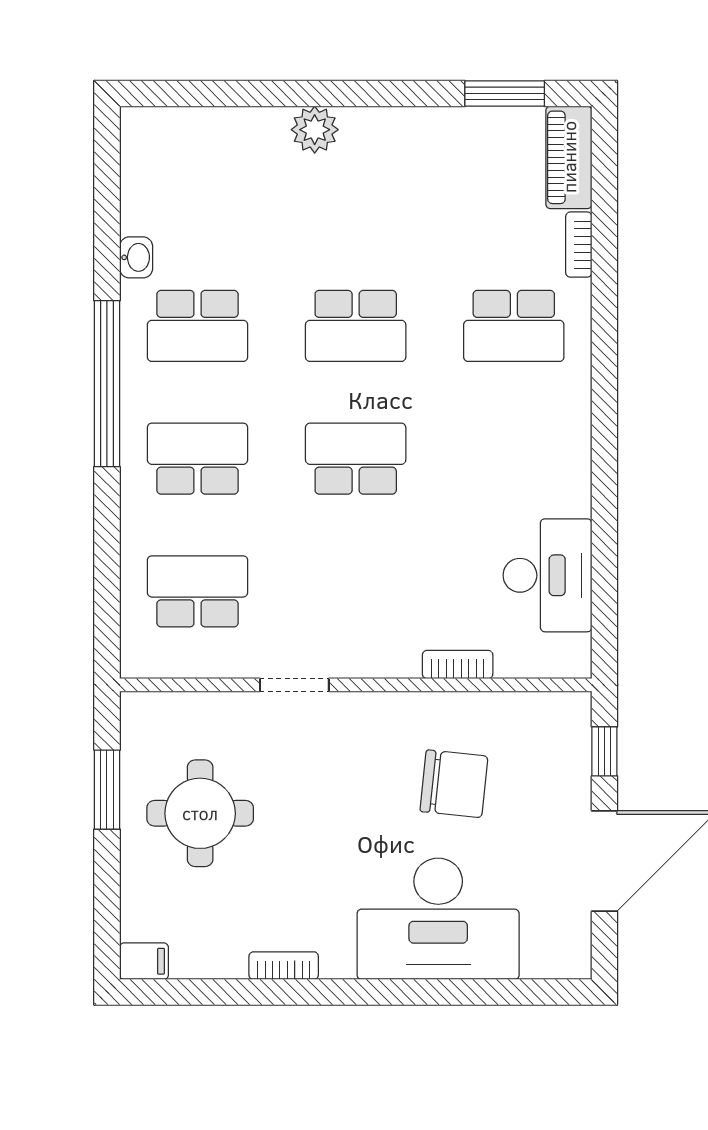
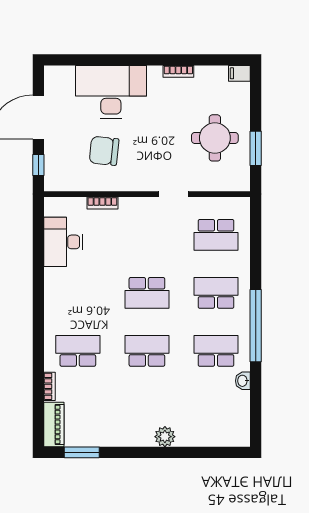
school desk: (198, 459) -> (216, 293), turned 180

